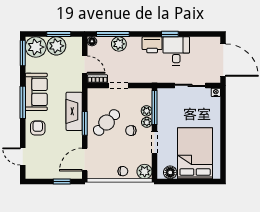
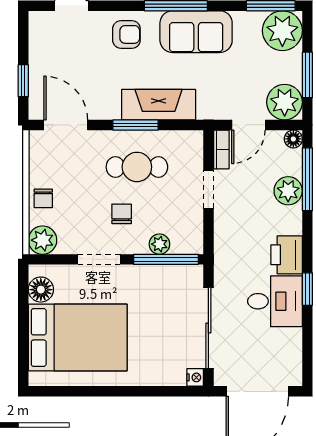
plant: (56, 46) -> (285, 102), moved
sliding door: (190, 85) -> (208, 328), width x1.37
plant: (147, 122) -> (137, 245), removed
cafe table: (107, 123) -> (137, 167), turned -45

